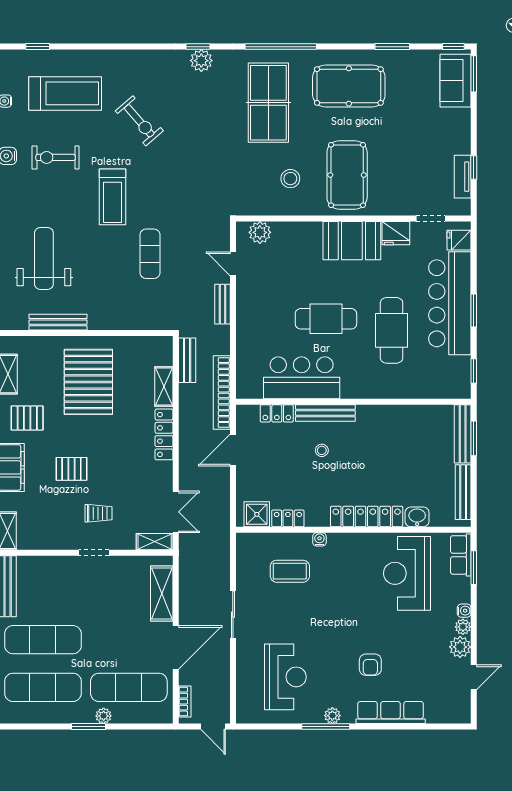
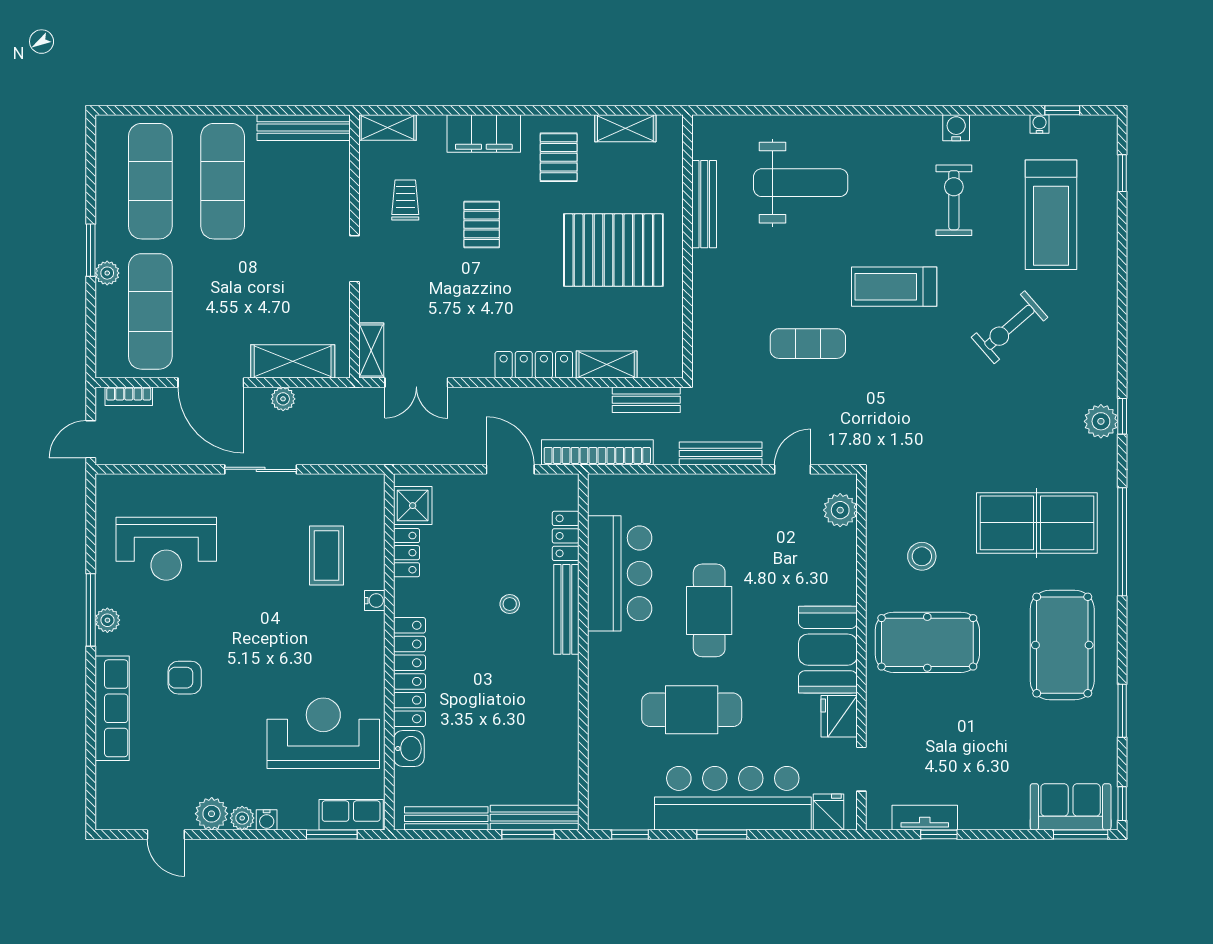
bench: (223, 304) -> (721, 453), width x1.36
trolley: (98, 513) -> (405, 200), moved, turned 180
plant: (186, 600) -> (283, 399), added

